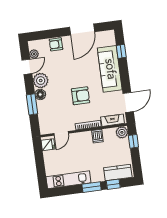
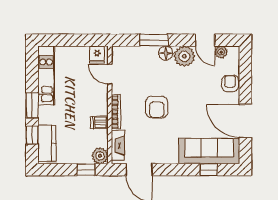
sofa: (110, 69) -> (209, 151), moved

